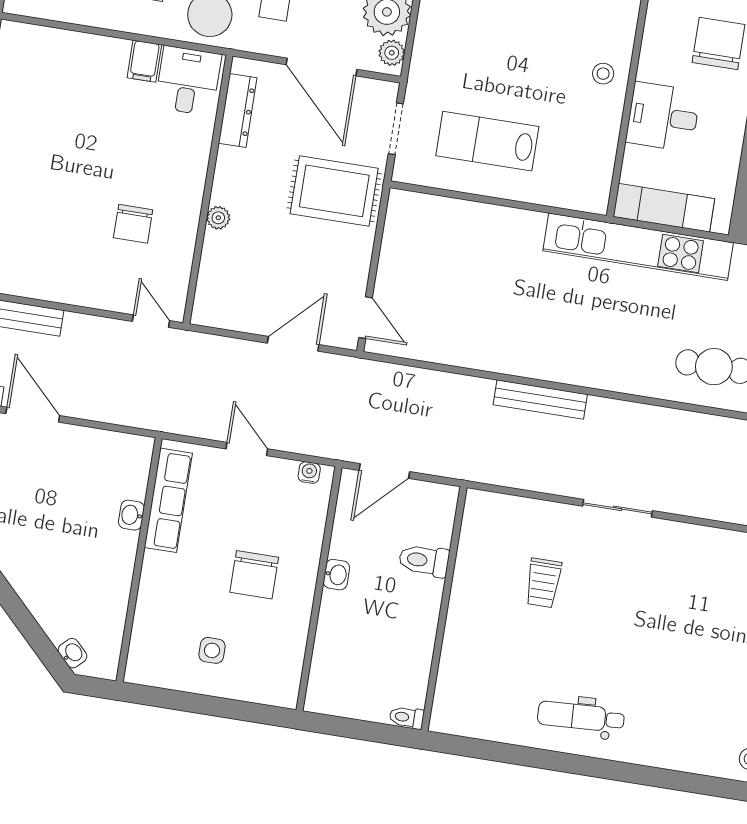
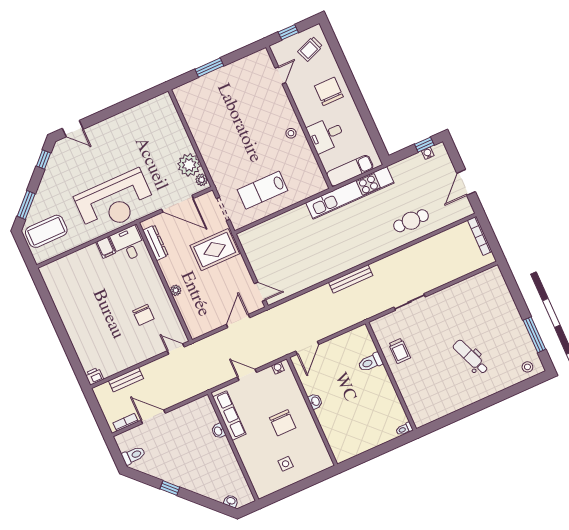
toilet: (424, 560) -> (370, 362), moved
wall: (444, 609) -> (391, 376), moved
toilet: (407, 717) -> (404, 429), moved
dental chair: (581, 717) -> (471, 357), moved, turned 71

